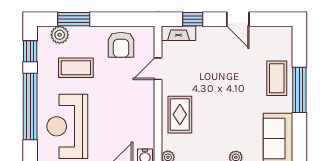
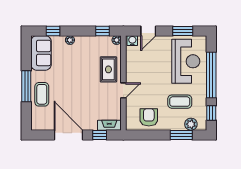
door: (238, 19) -> (69, 135), width x1.88
door: (158, 69) -> (123, 90), moved

